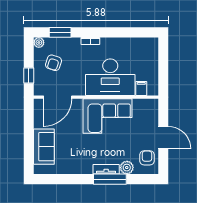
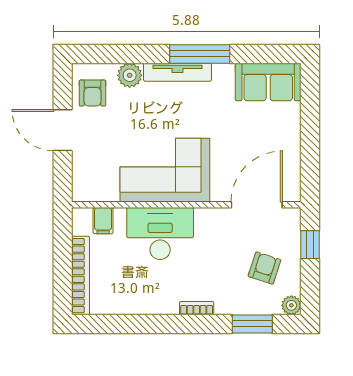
bookcase: (153, 59) -> (81, 276), added
desk: (110, 77) -> (160, 234), width x0.73, depth x0.77
sofa: (44, 147) -> (268, 82), moved, turned -90
tv unit: (106, 169) -> (177, 72), width x1.41
window: (110, 179) -> (200, 54), moved

